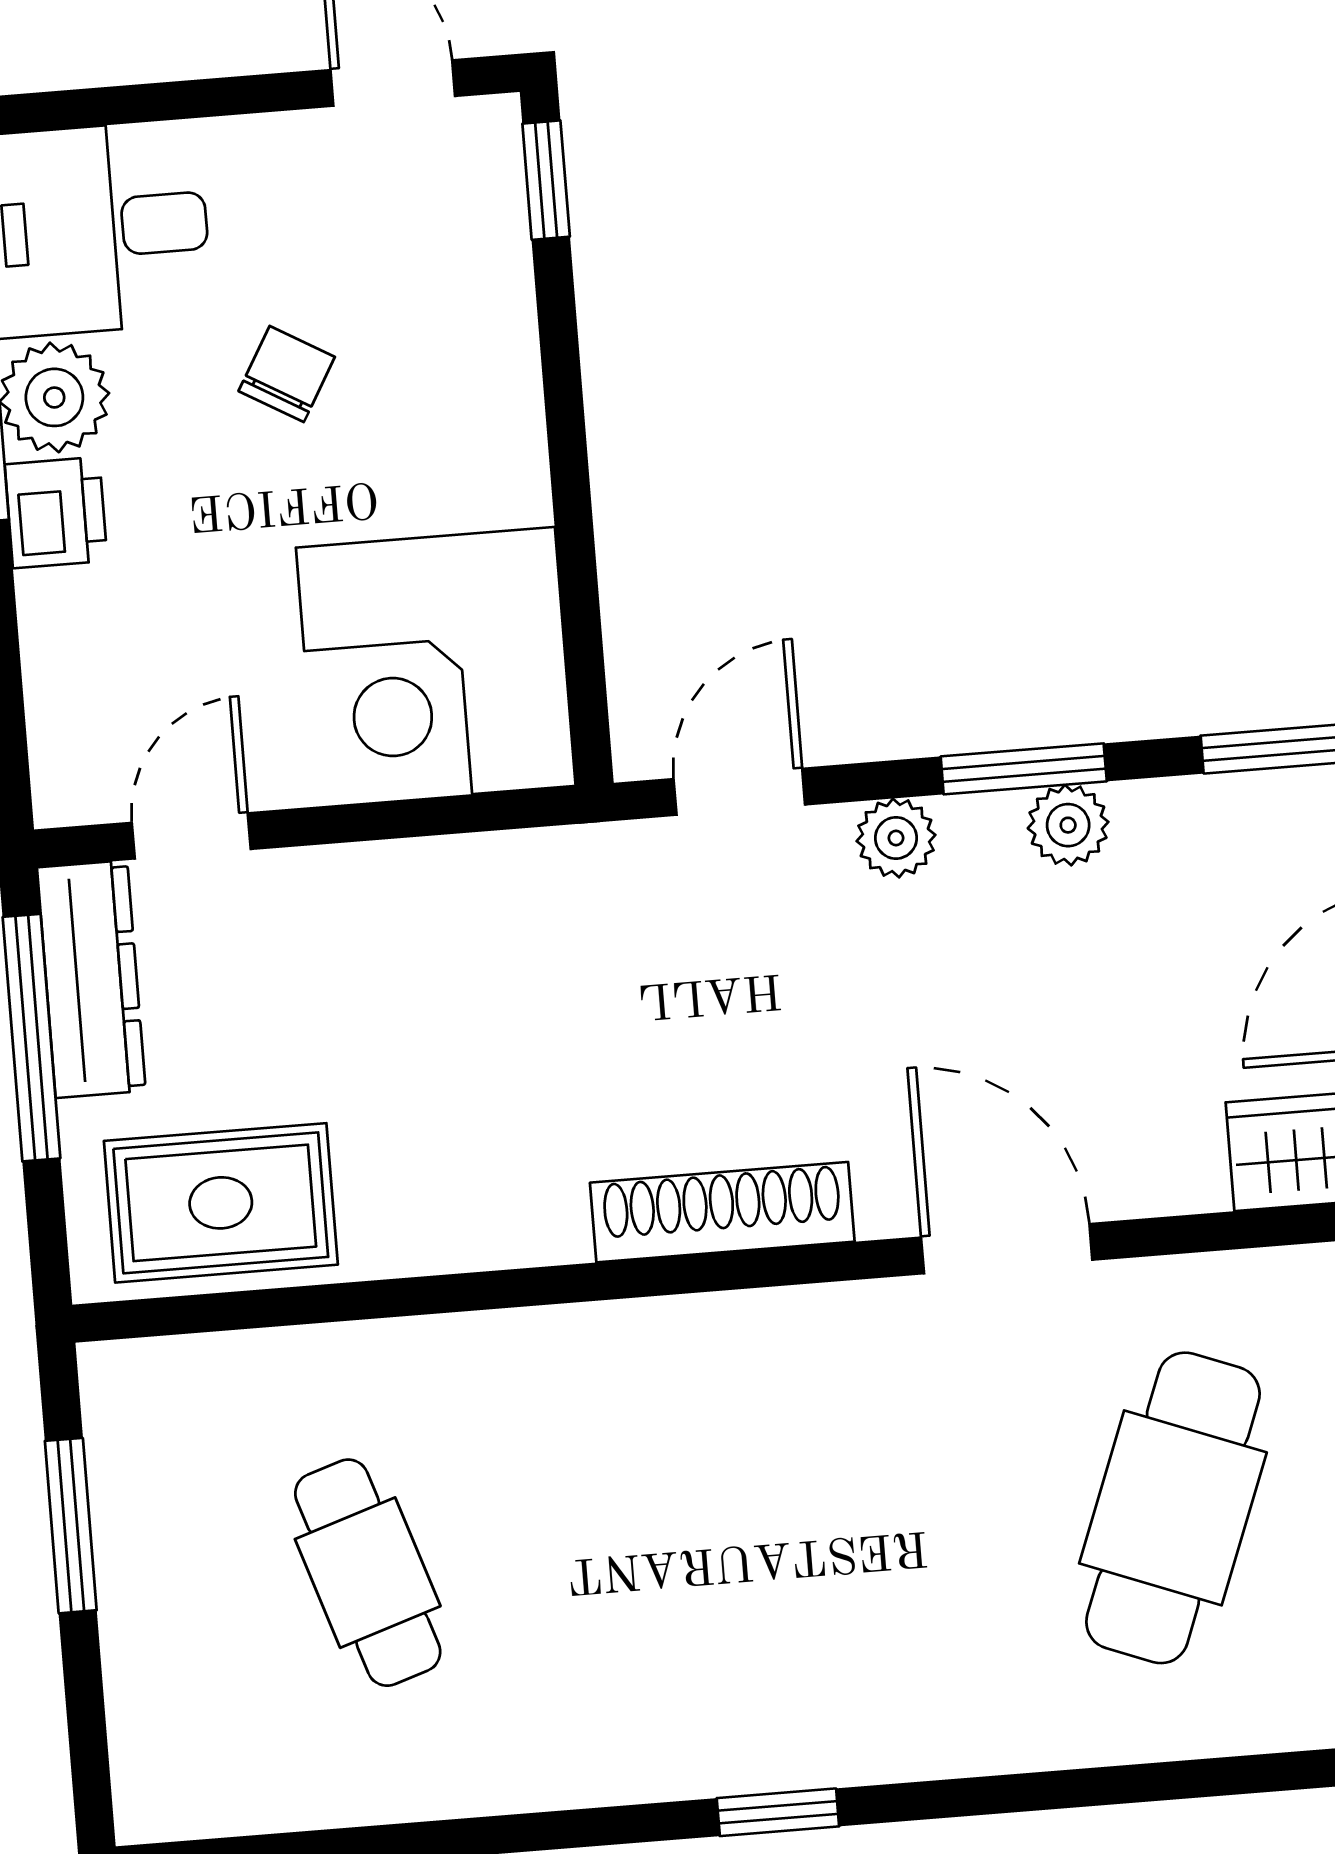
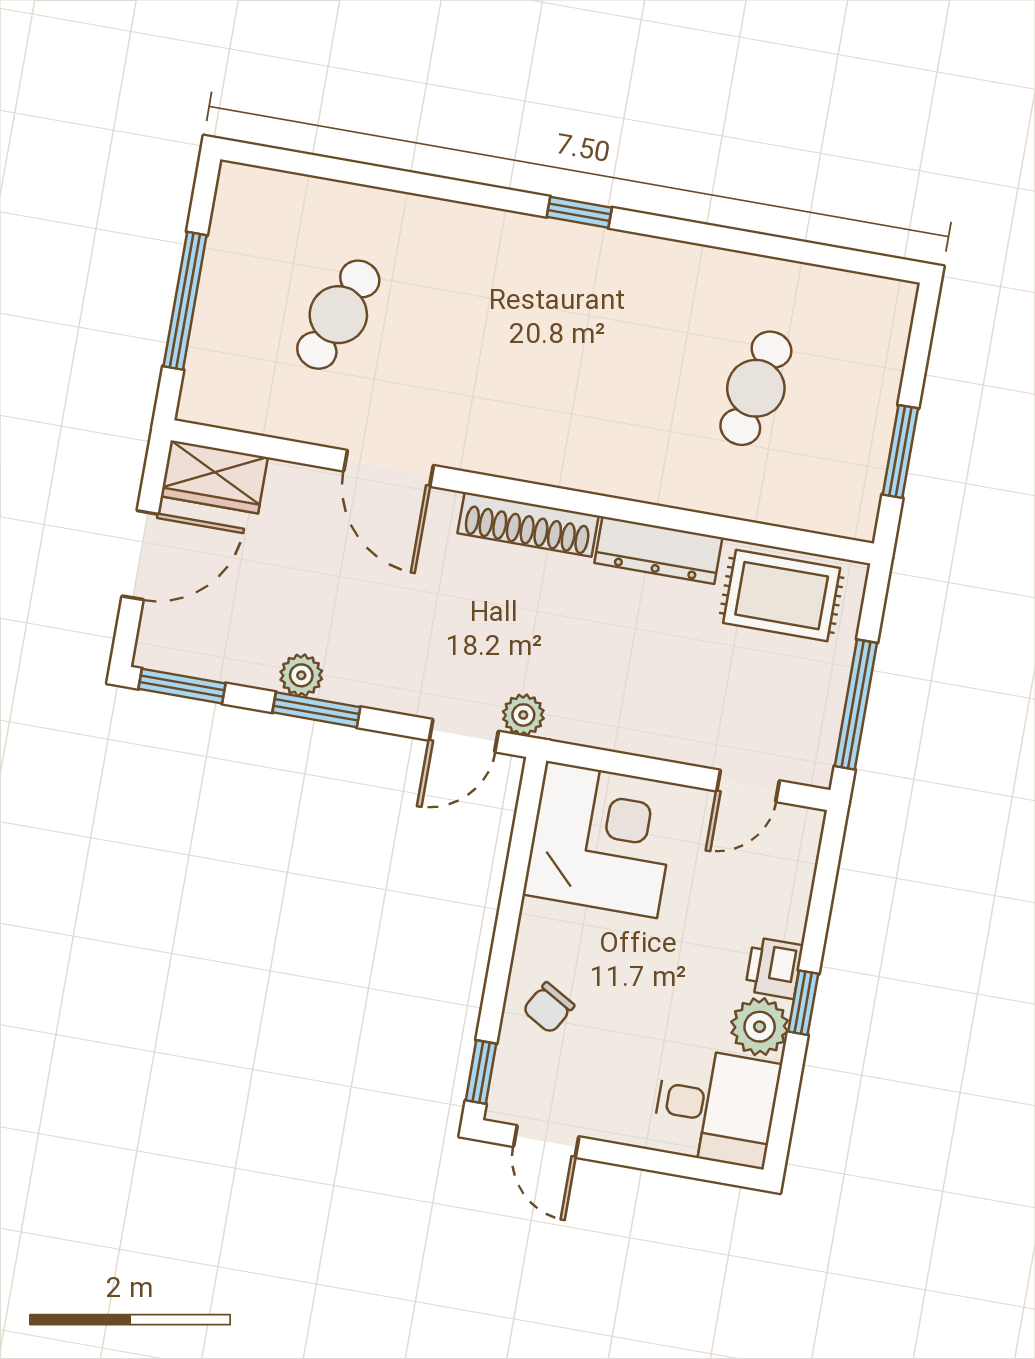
chair: (287, 374) -> (549, 1008), moved
plant: (896, 838) -> (523, 715), moved
dresser: (91, 979) -> (658, 550), moved, turned -90
cafe table: (1173, 1508) -> (338, 315), width x0.73, depth x0.74
cafe table: (368, 1573) -> (756, 388), turned 30

